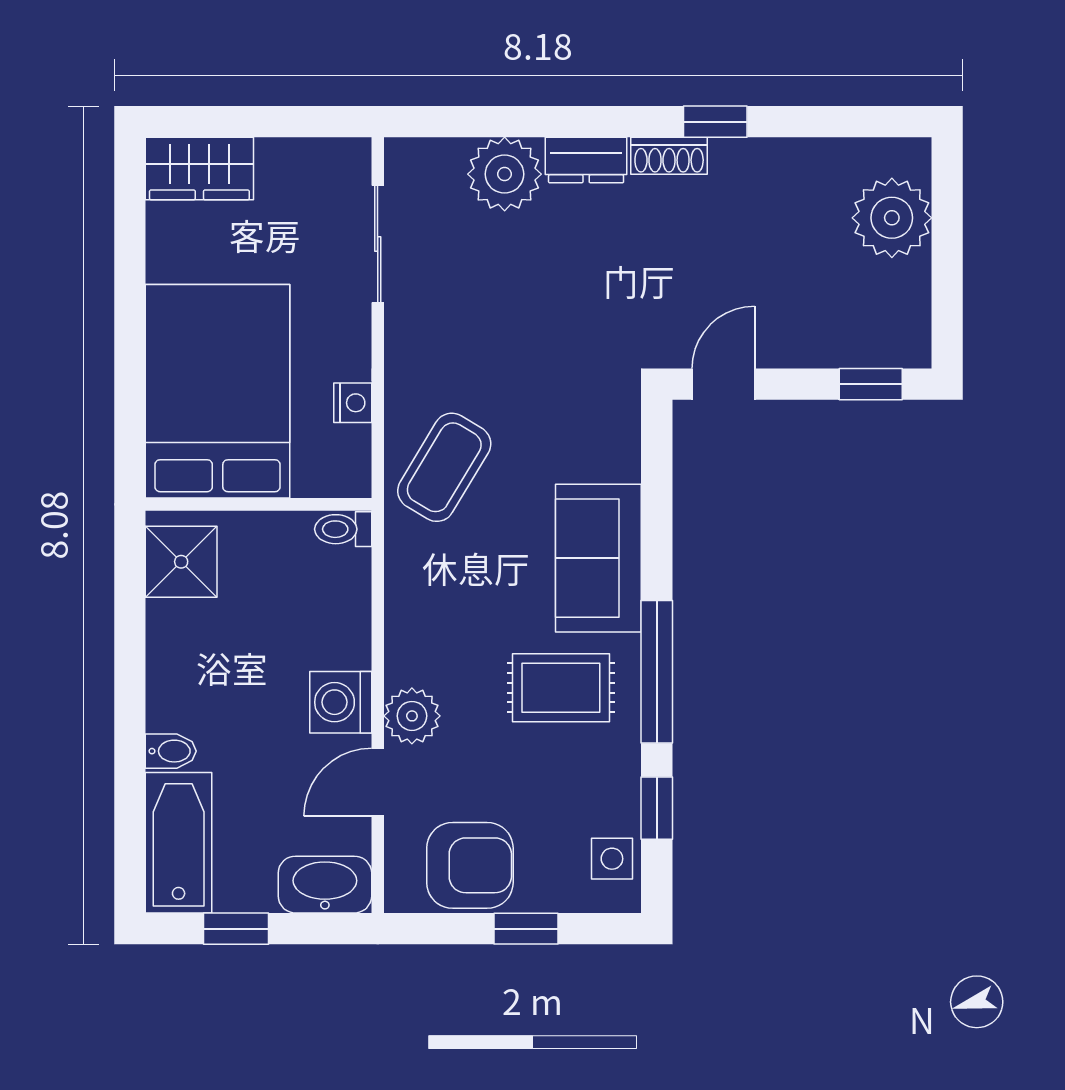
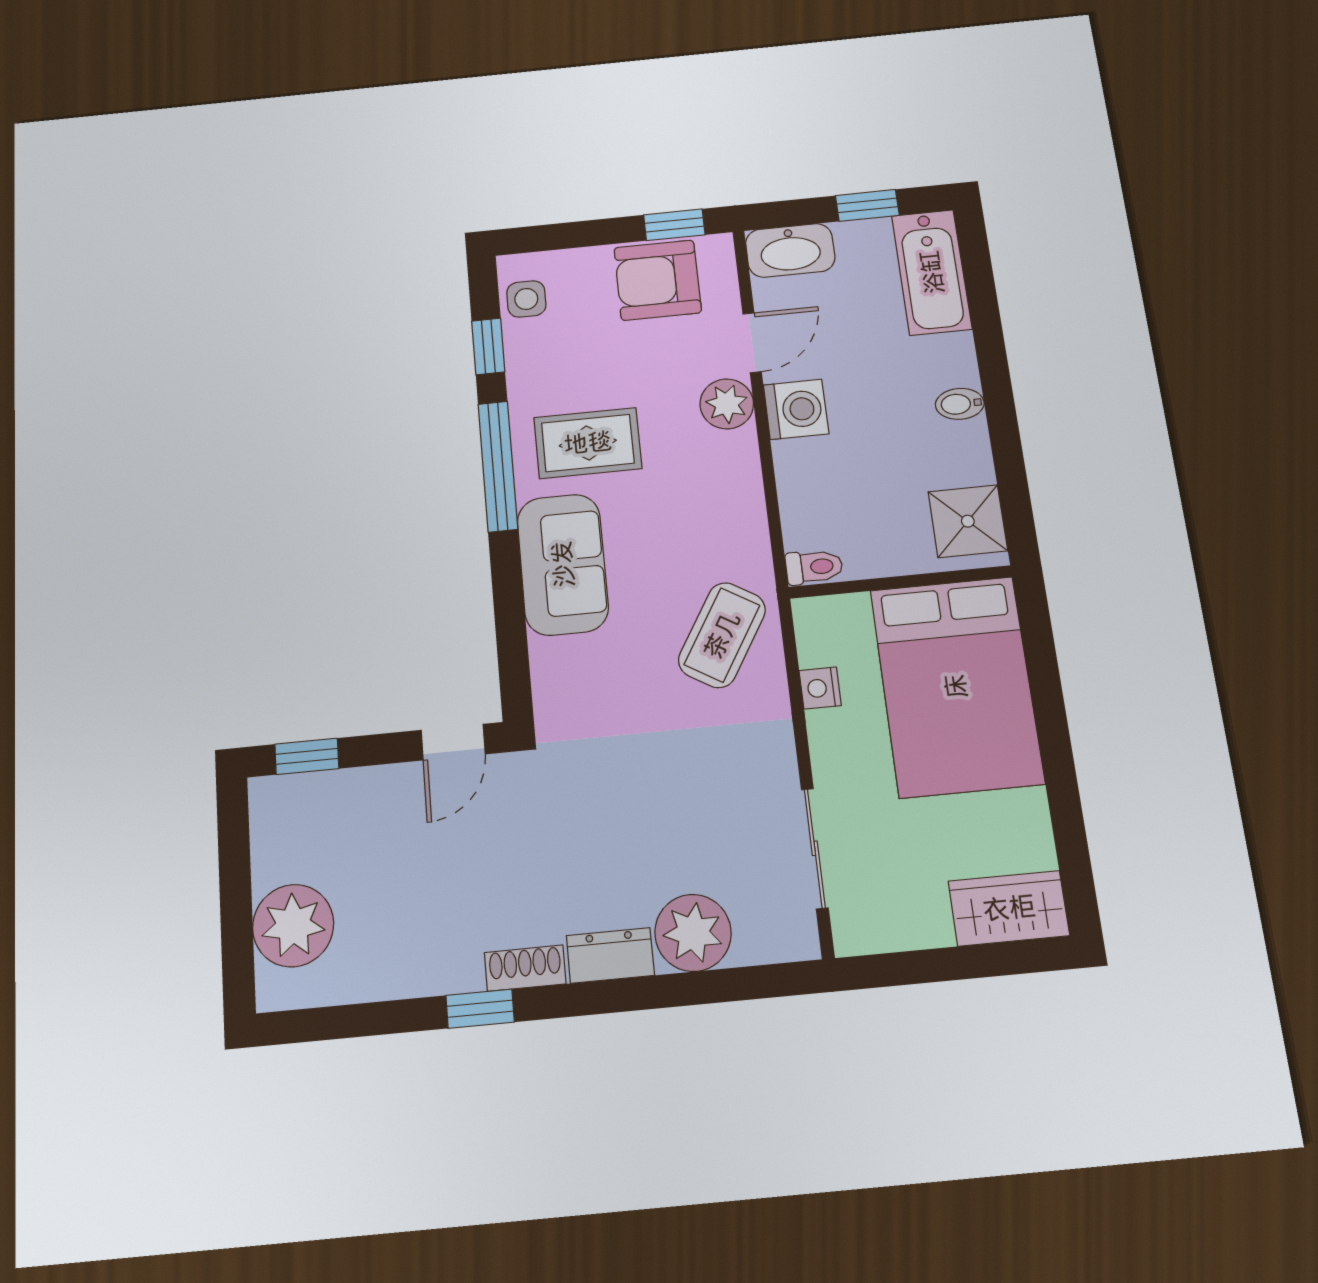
bidet: (171, 751) -> (960, 404), moved
window: (526, 929) -> (674, 225), moved

